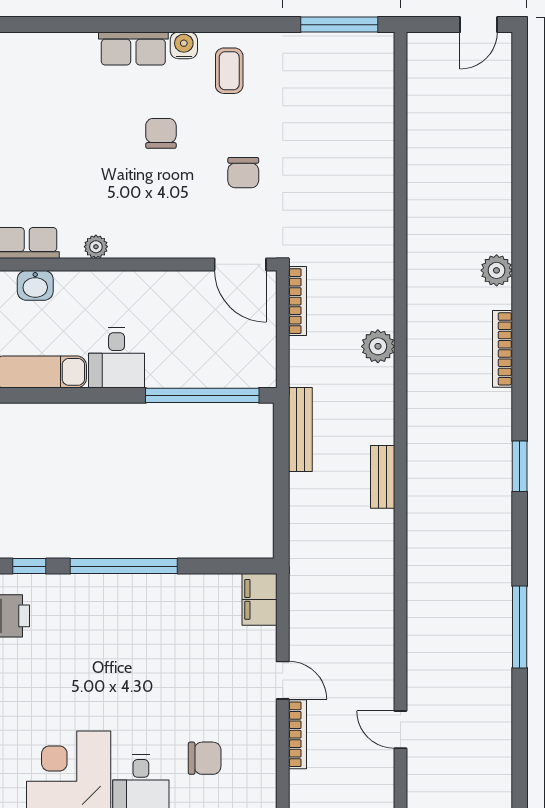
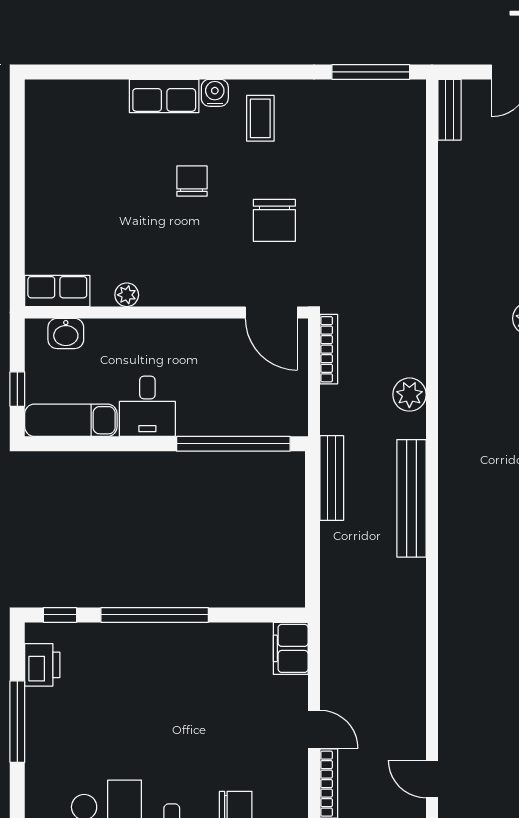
bench: (418, 62) -> (449, 110), added
chair: (243, 173) -> (274, 220), width x1.37, depth x1.37
bench: (383, 477) -> (411, 498), width x1.86, depth x1.21

